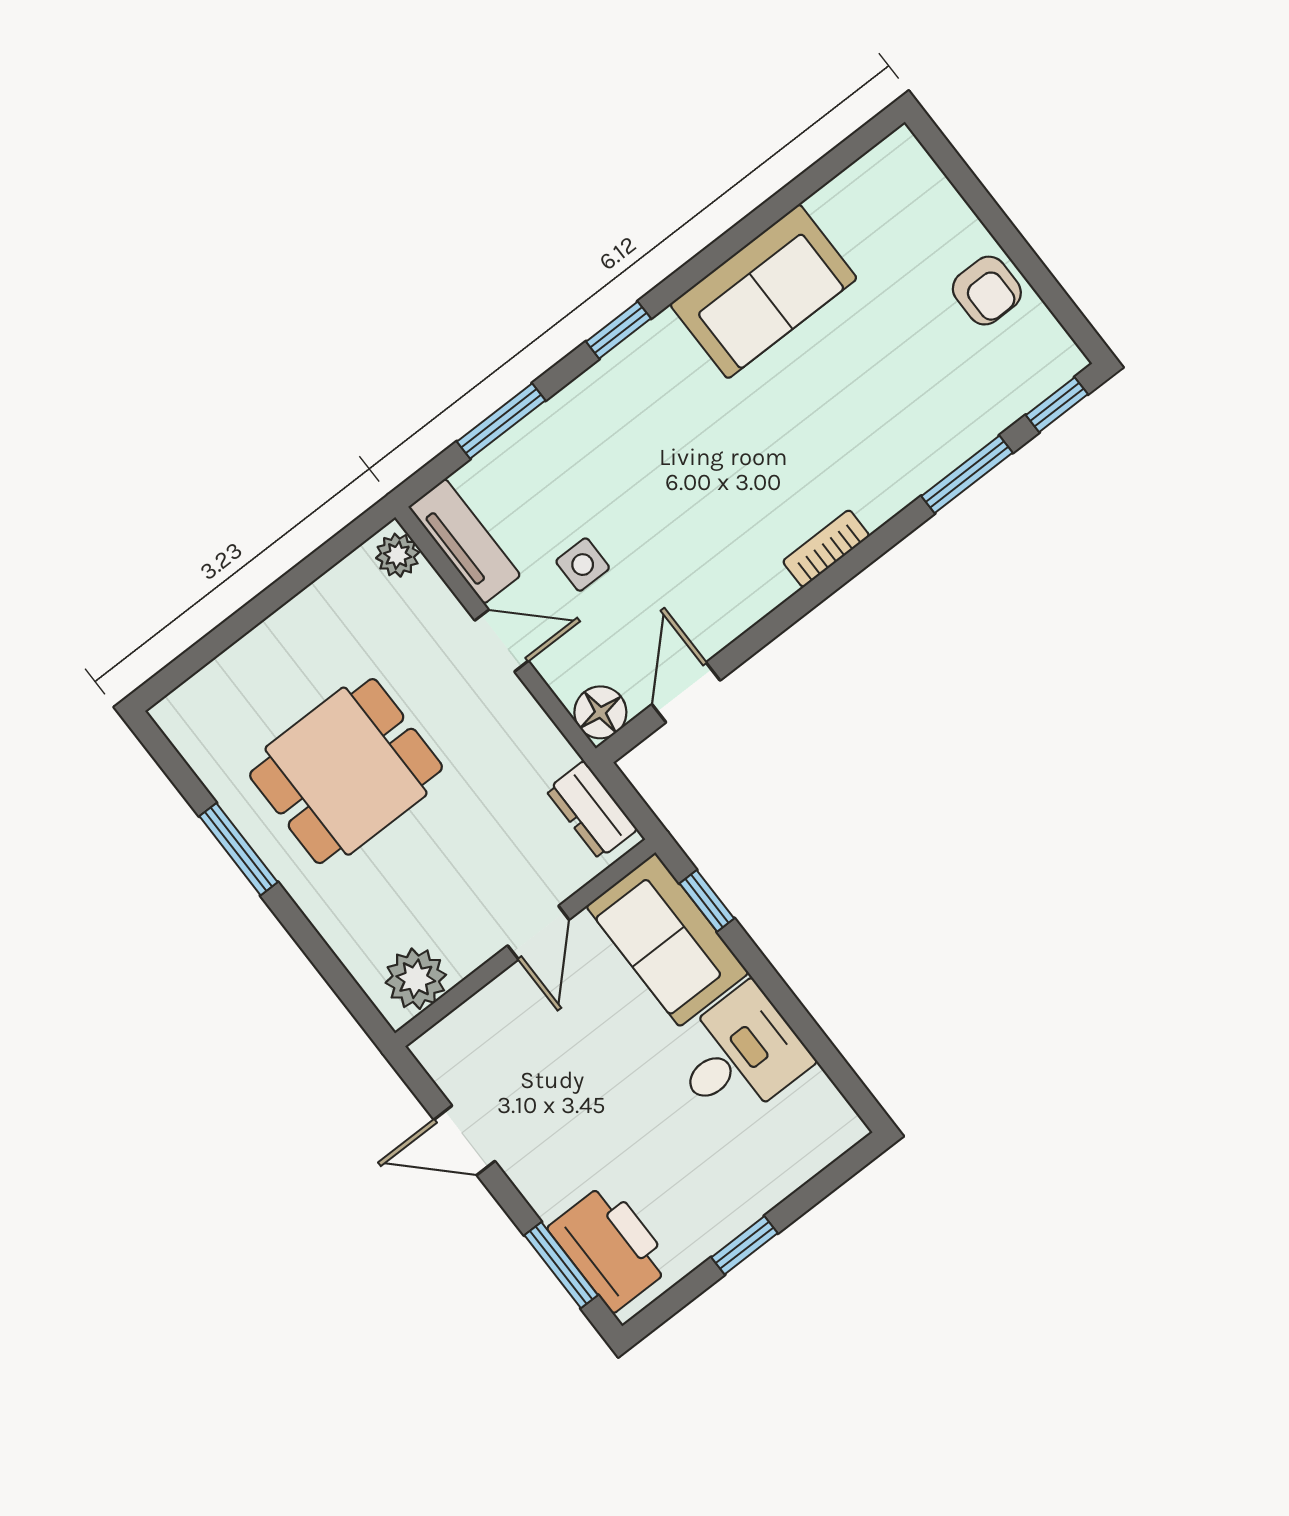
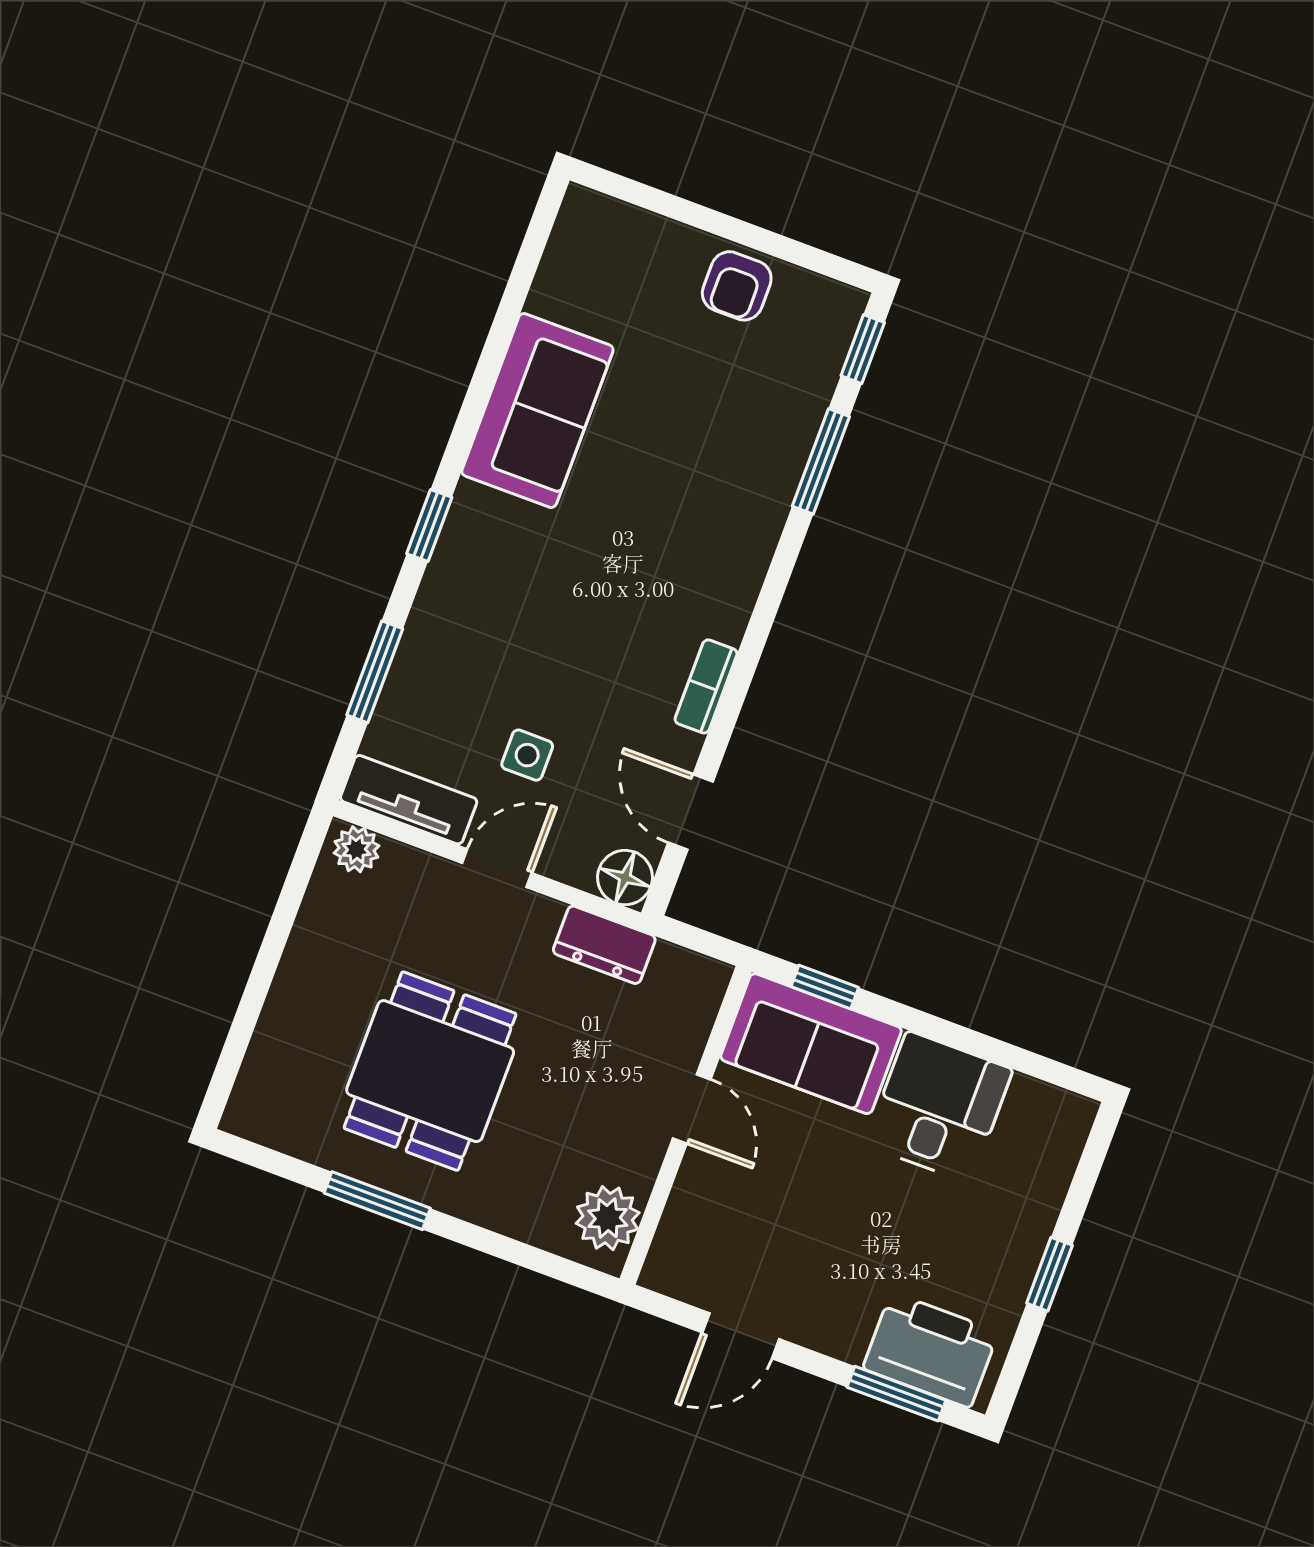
armchair: (987, 291) -> (737, 286), turned 90
bookcase: (826, 549) -> (706, 686), moved
dresser: (591, 810) -> (604, 945), moved

